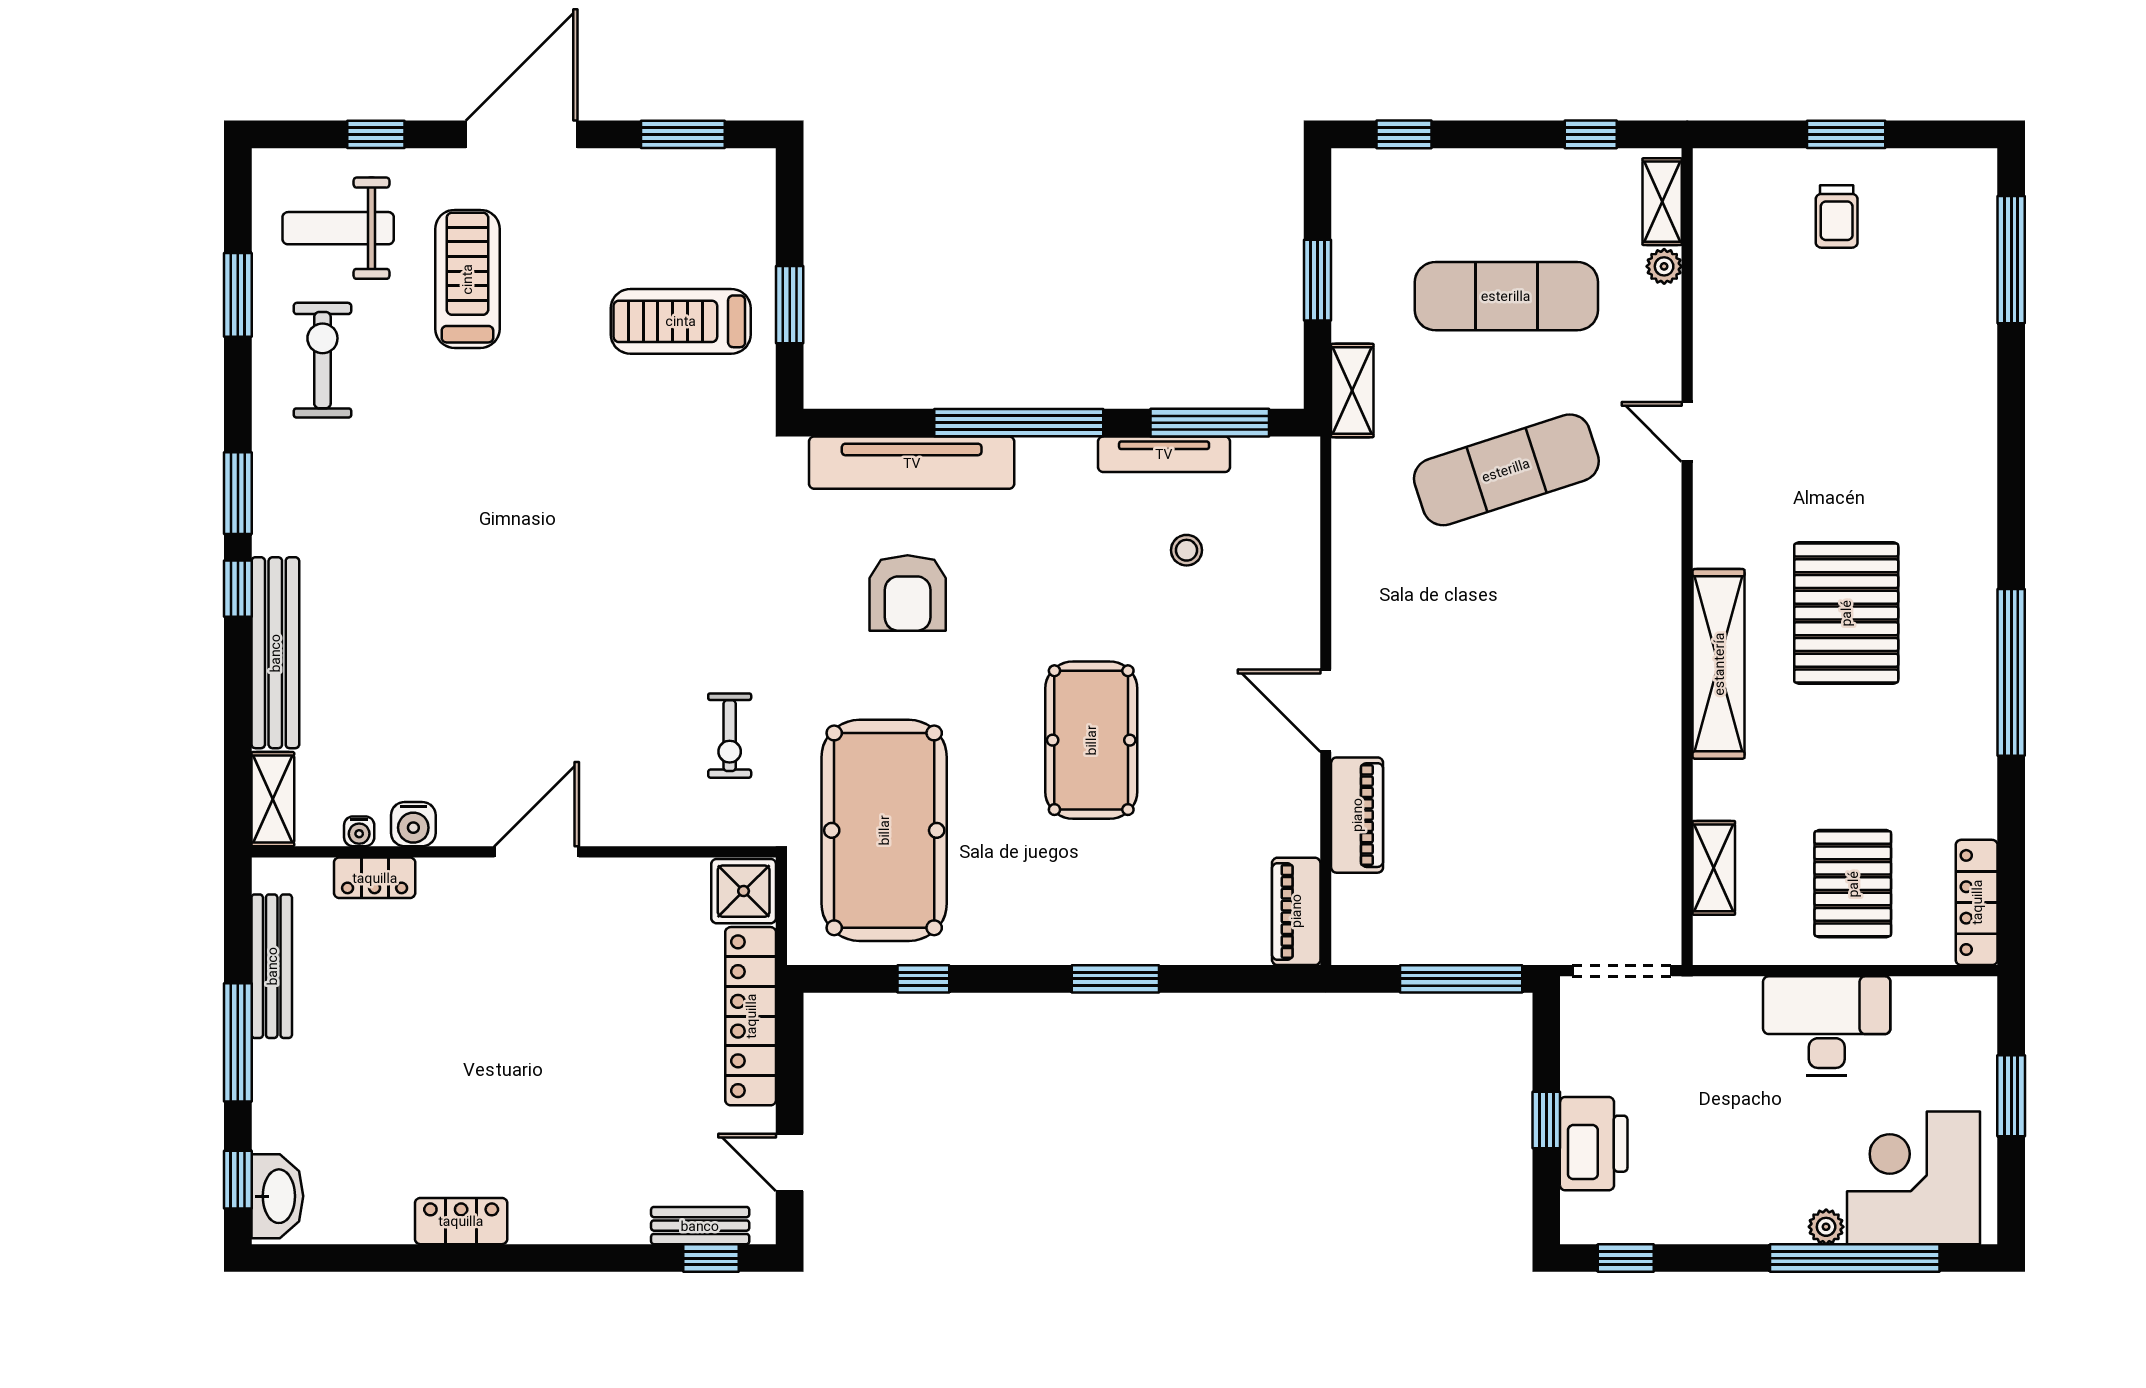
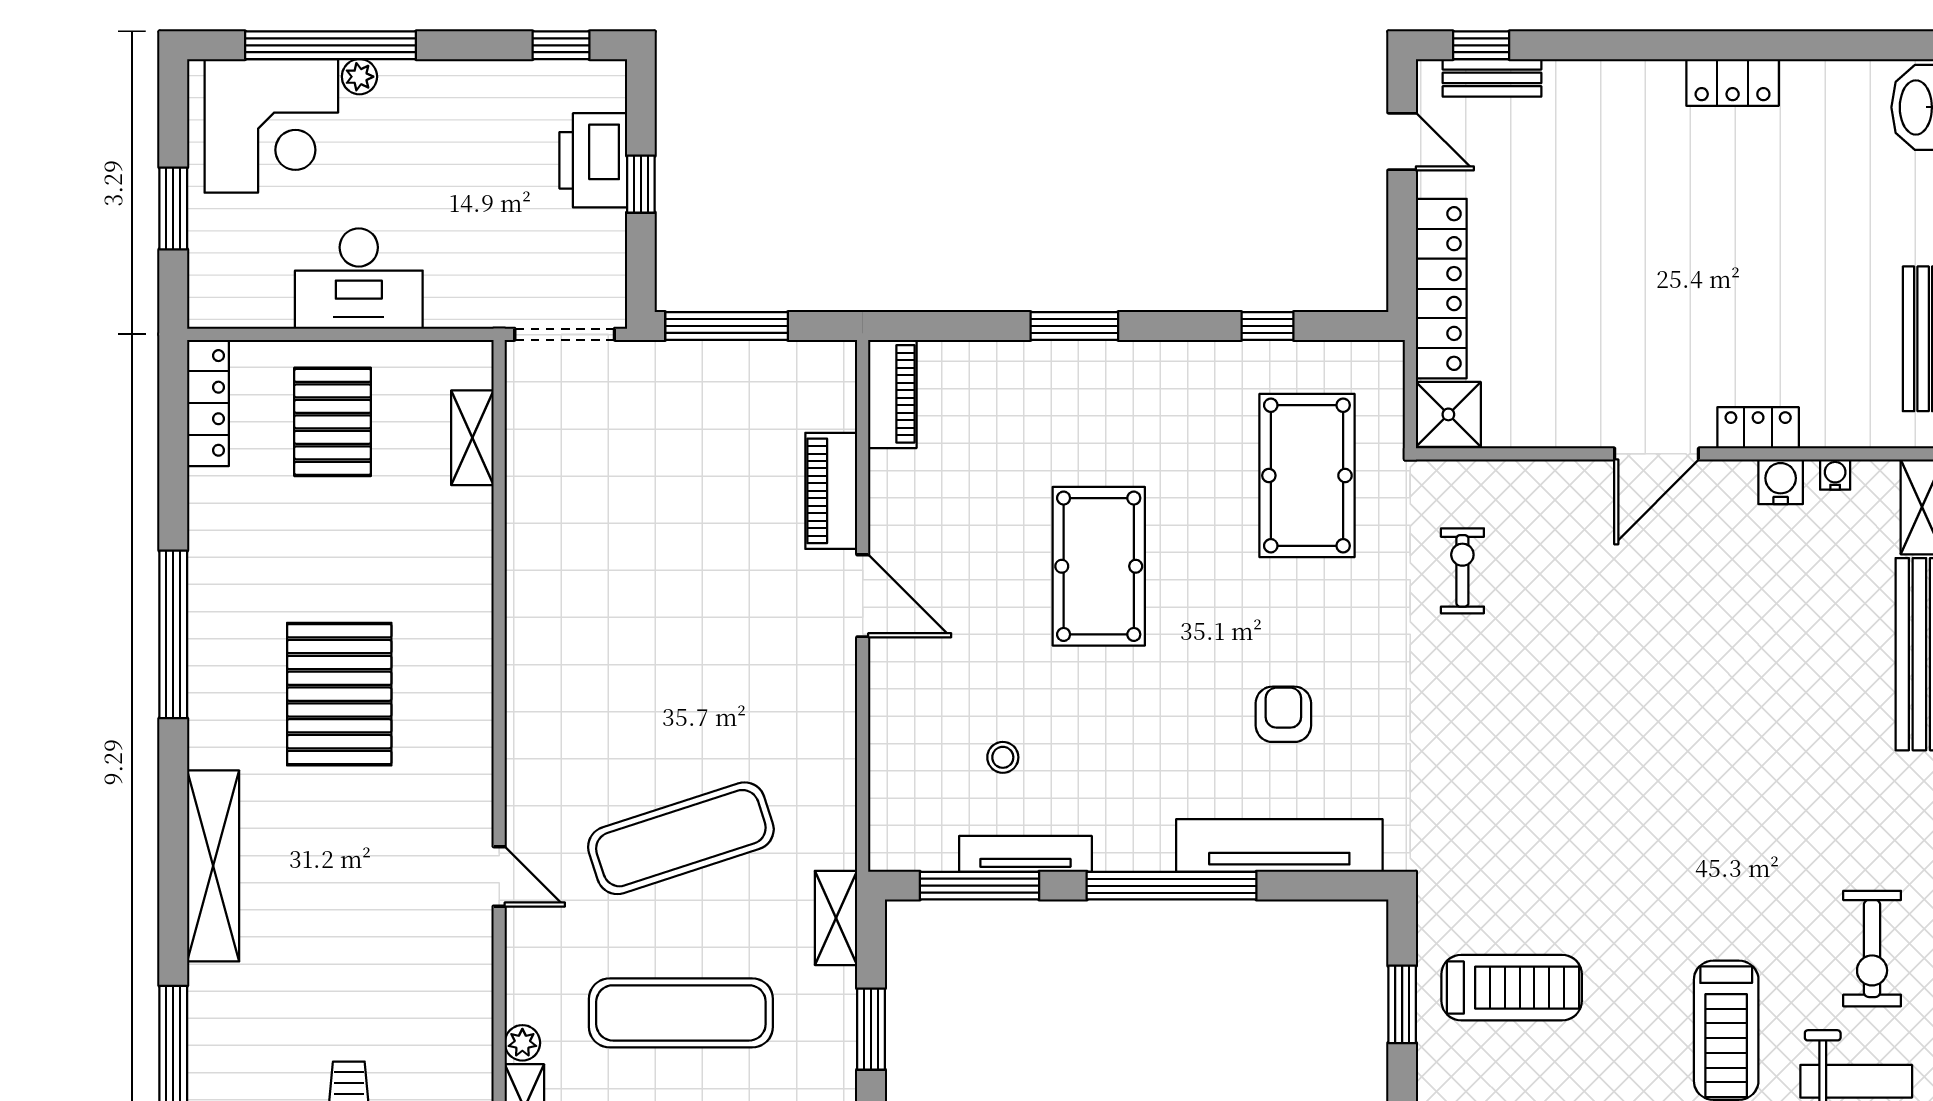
armchair: (908, 593) -> (1283, 714), width x0.72, depth x0.72
shelving: (1719, 664) -> (213, 866), moved
pool table: (884, 830) -> (1307, 475), width x0.73, depth x0.76
locker: (375, 878) -> (1758, 428), moved

